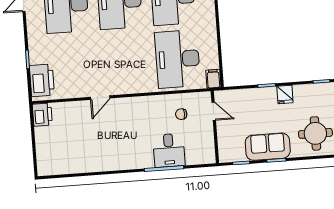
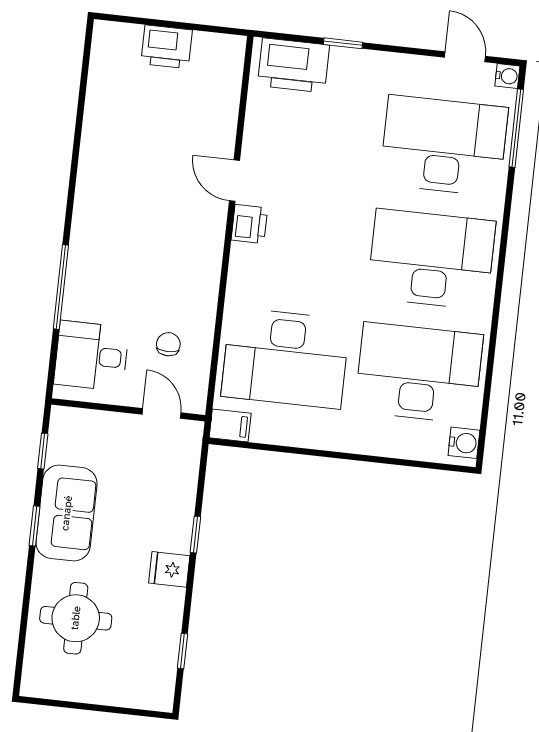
desk: (178, 59) -> (285, 358), turned 180
printer: (119, 87) -> (249, 224), added
door: (214, 111) -> (162, 413), swing flipped
printer: (42, 115) -> (167, 47), moved
desk: (169, 150) -> (91, 356), moved

